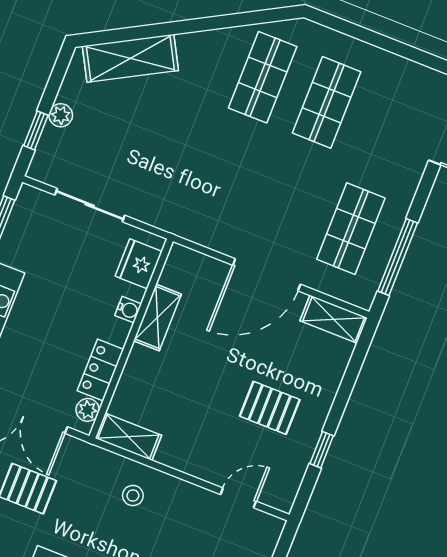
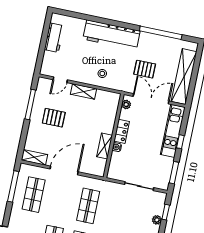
shop shelf: (223, 178) -> (88, 206), added
fridge: (139, 264) -> (116, 166), removed
locker: (100, 370) -> (122, 131), moved
shelving: (128, 437) -> (83, 91), moved
window: (322, 450) -> (30, 105), width x2.17

